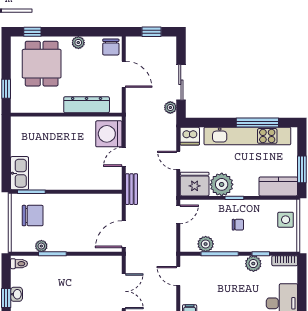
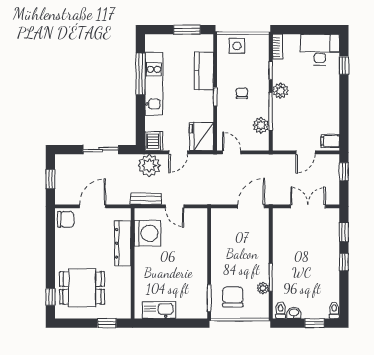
plant: (78, 43) -> (61, 252), removed
plant: (170, 107) -> (149, 165), moved, width x1.88, depth x1.88
washing machine: (109, 134) -> (147, 233), moved, turned -90
kitchen unit: (247, 136) -> (154, 84), width x0.73
kitchen sink: (19, 173) -> (159, 310), moved
plant: (222, 184) -> (202, 109), removed
kitchen counter: (278, 186) -> (204, 71), moved
bench: (132, 189) -> (146, 199), moved
door: (124, 234) -> (251, 206), swing flipped
plant: (253, 264) -> (280, 91), moved
door: (178, 276) -> (305, 152), moved
washbasin: (16, 294) -> (294, 313), moved

